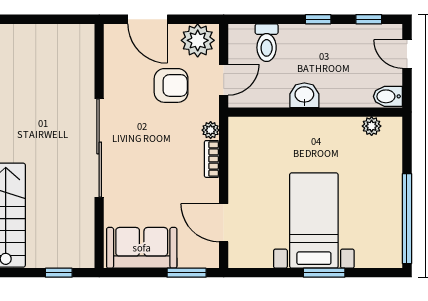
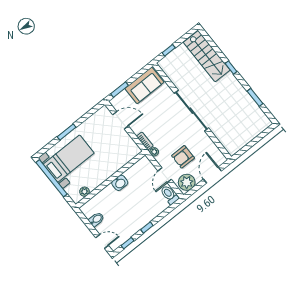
door: (148, 19) -> (212, 175), hinge flipped
toilet: (267, 43) -> (169, 195), moved
washbasin: (304, 95) -> (120, 183), moved
wall: (315, 112) -> (110, 180), moved
plant: (372, 126) -> (84, 192), moved
bed with nightstands: (314, 220) -> (69, 159), moved, turned -90

